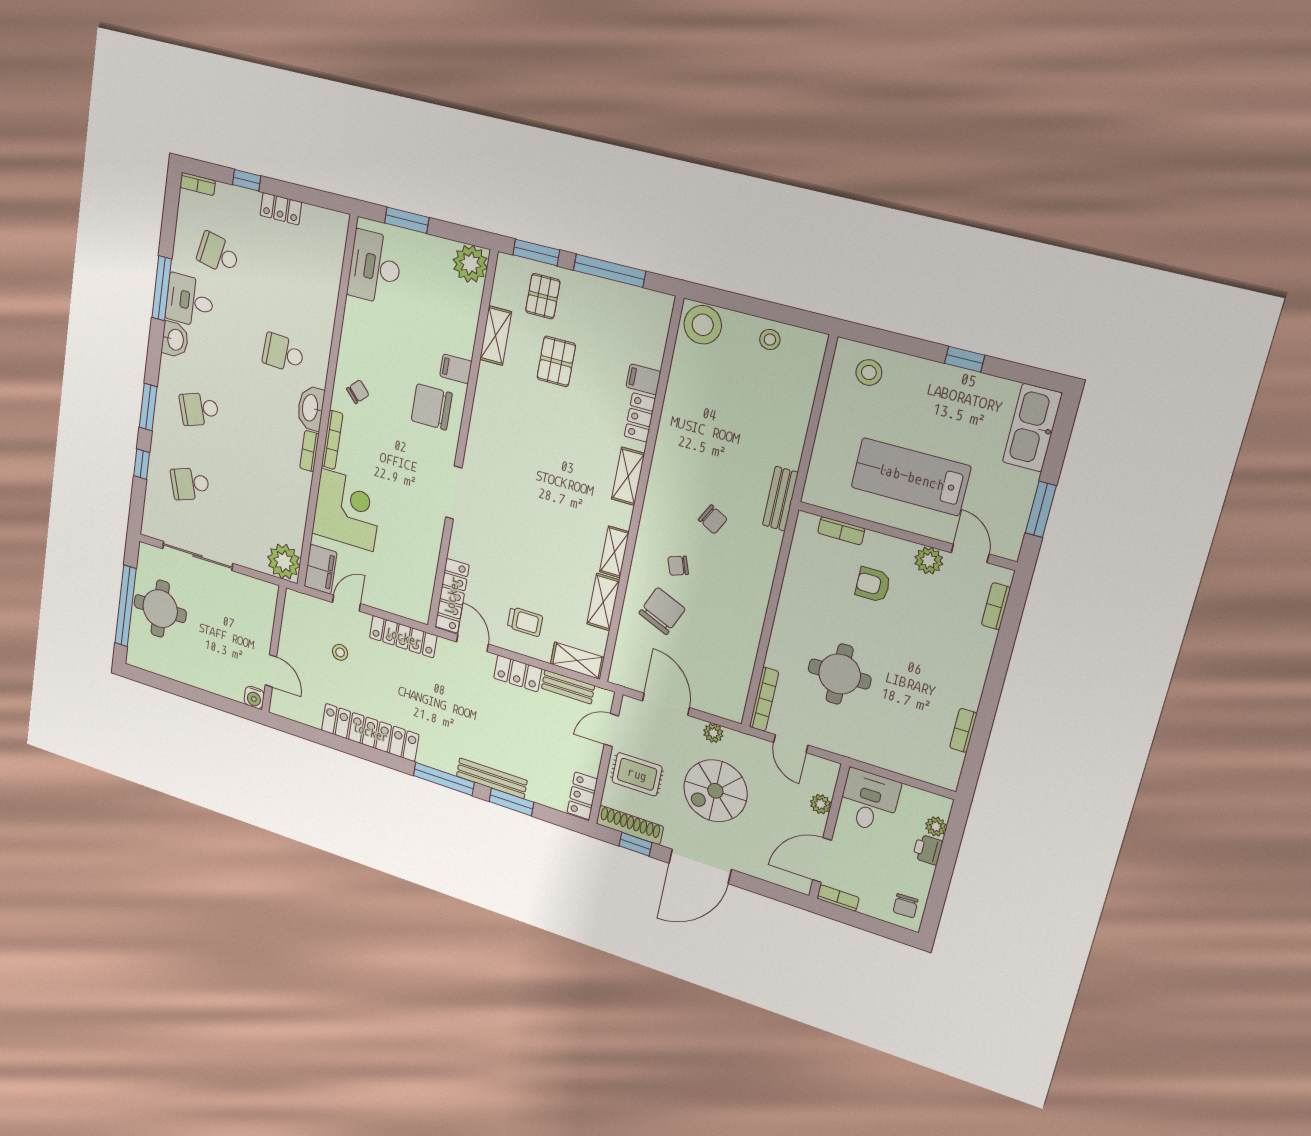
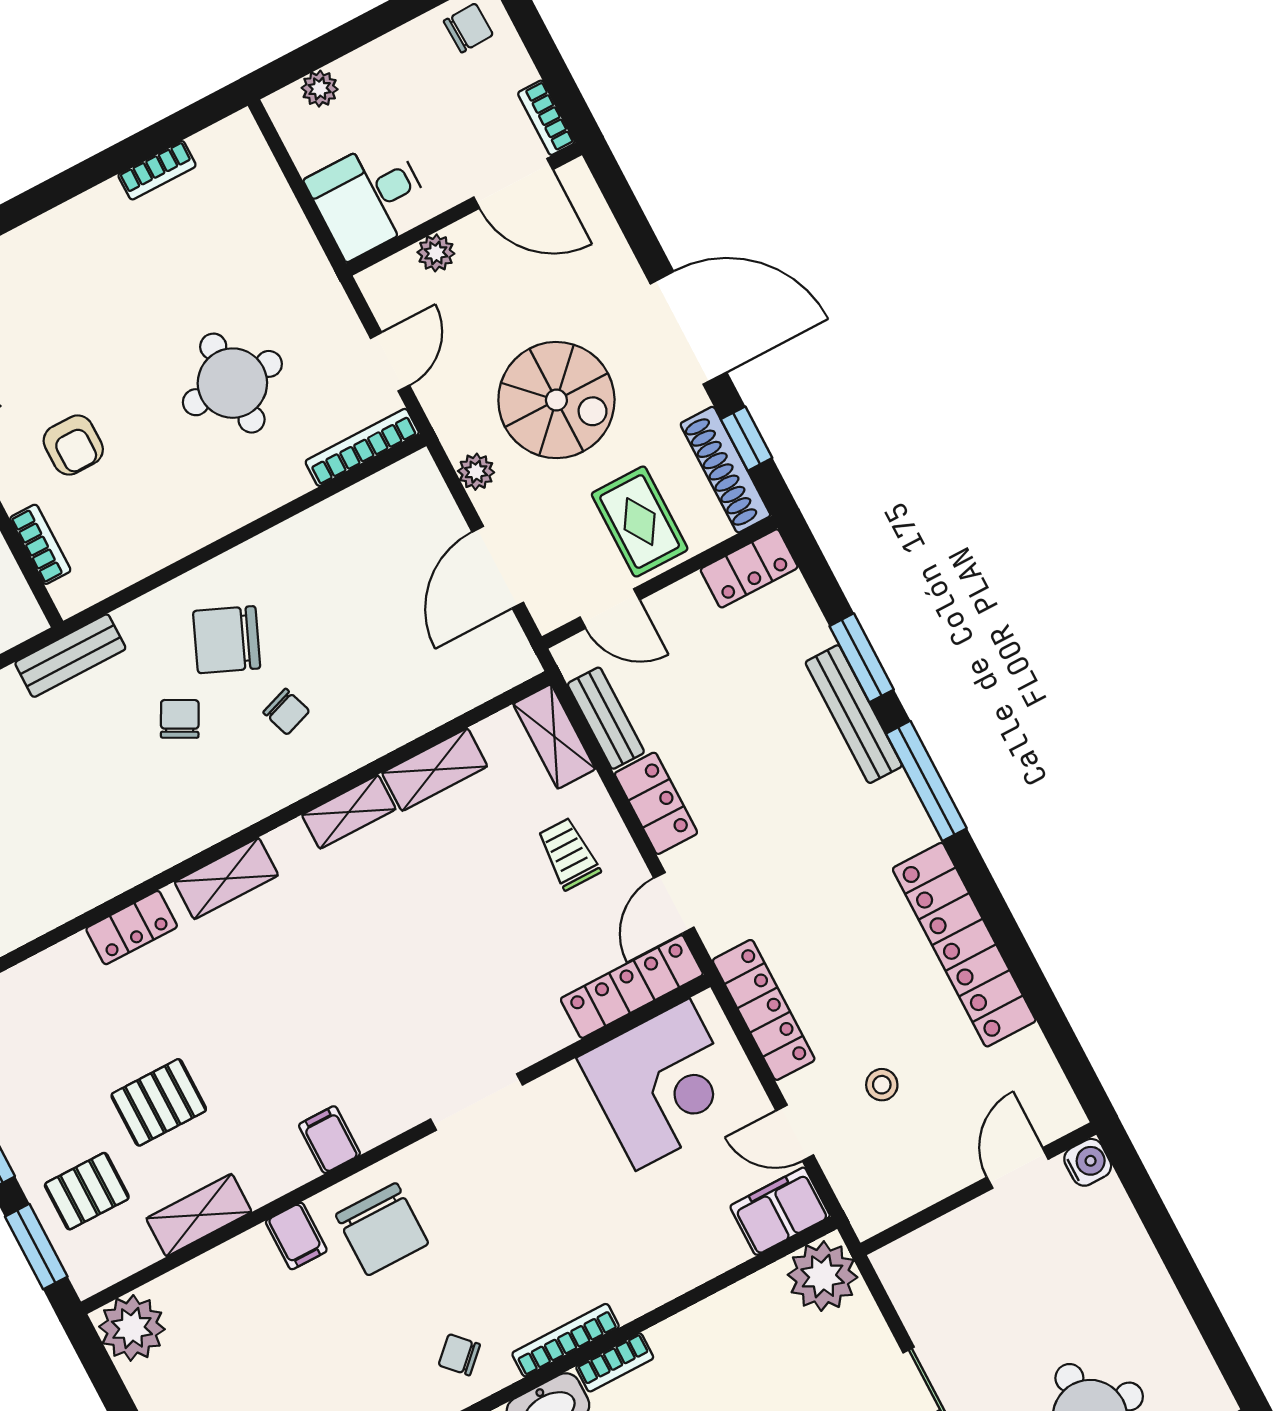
filing cabinet: (643, 379) -> (330, 1140), moved, turned 180
corner desk: (347, 510) -> (663, 1085), moved, turned 180
chair: (662, 611) -> (227, 640), moved
printer: (928, 850) -> (362, 70), removed

